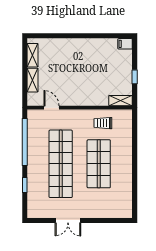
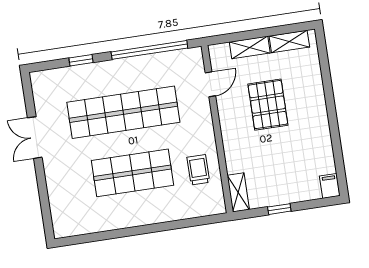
pallet: (69, 74) -> (268, 105), added

